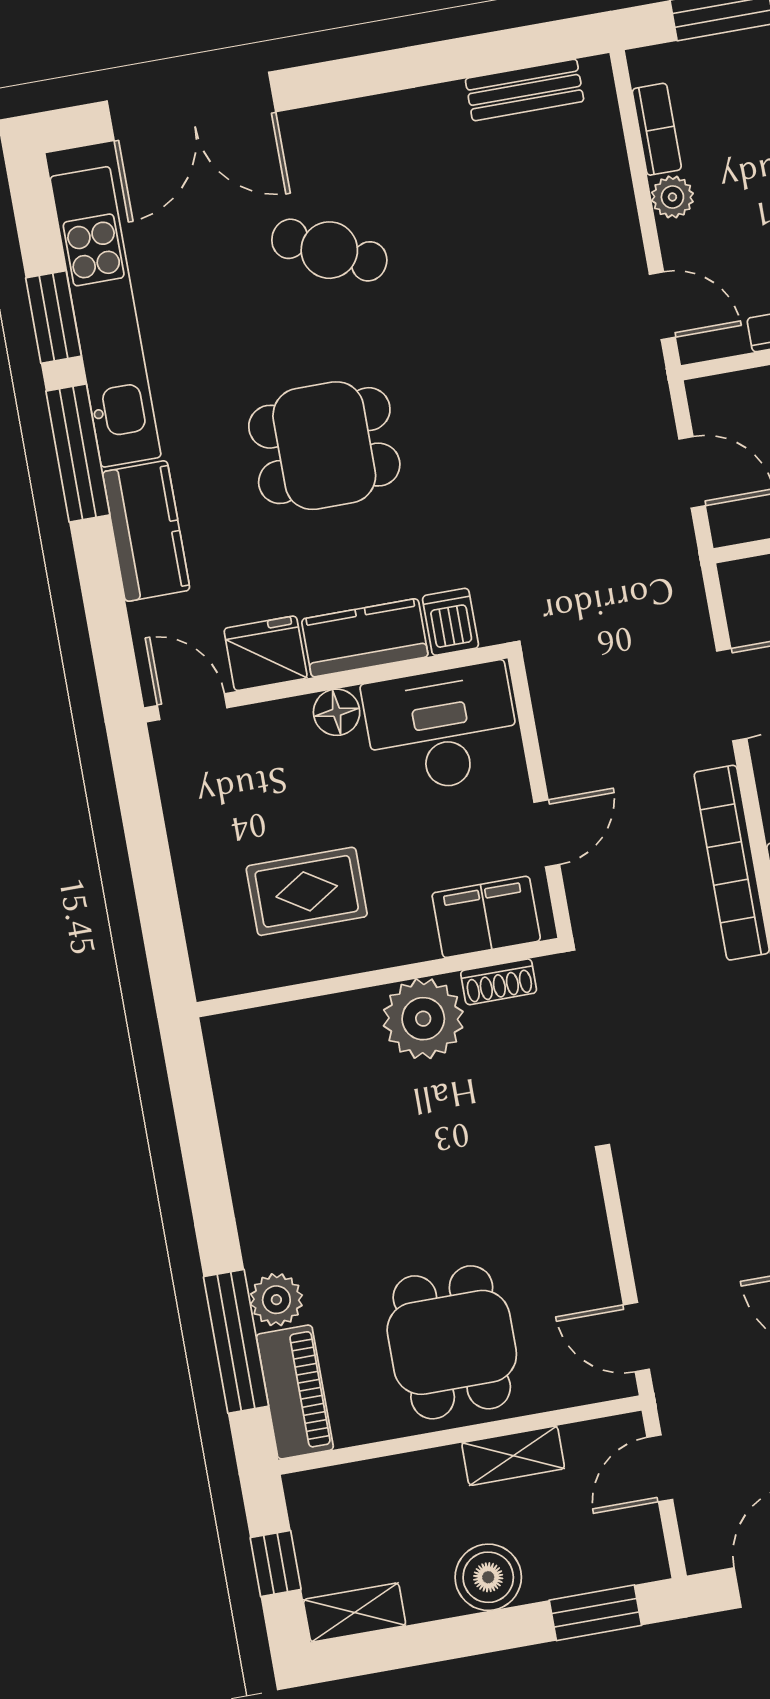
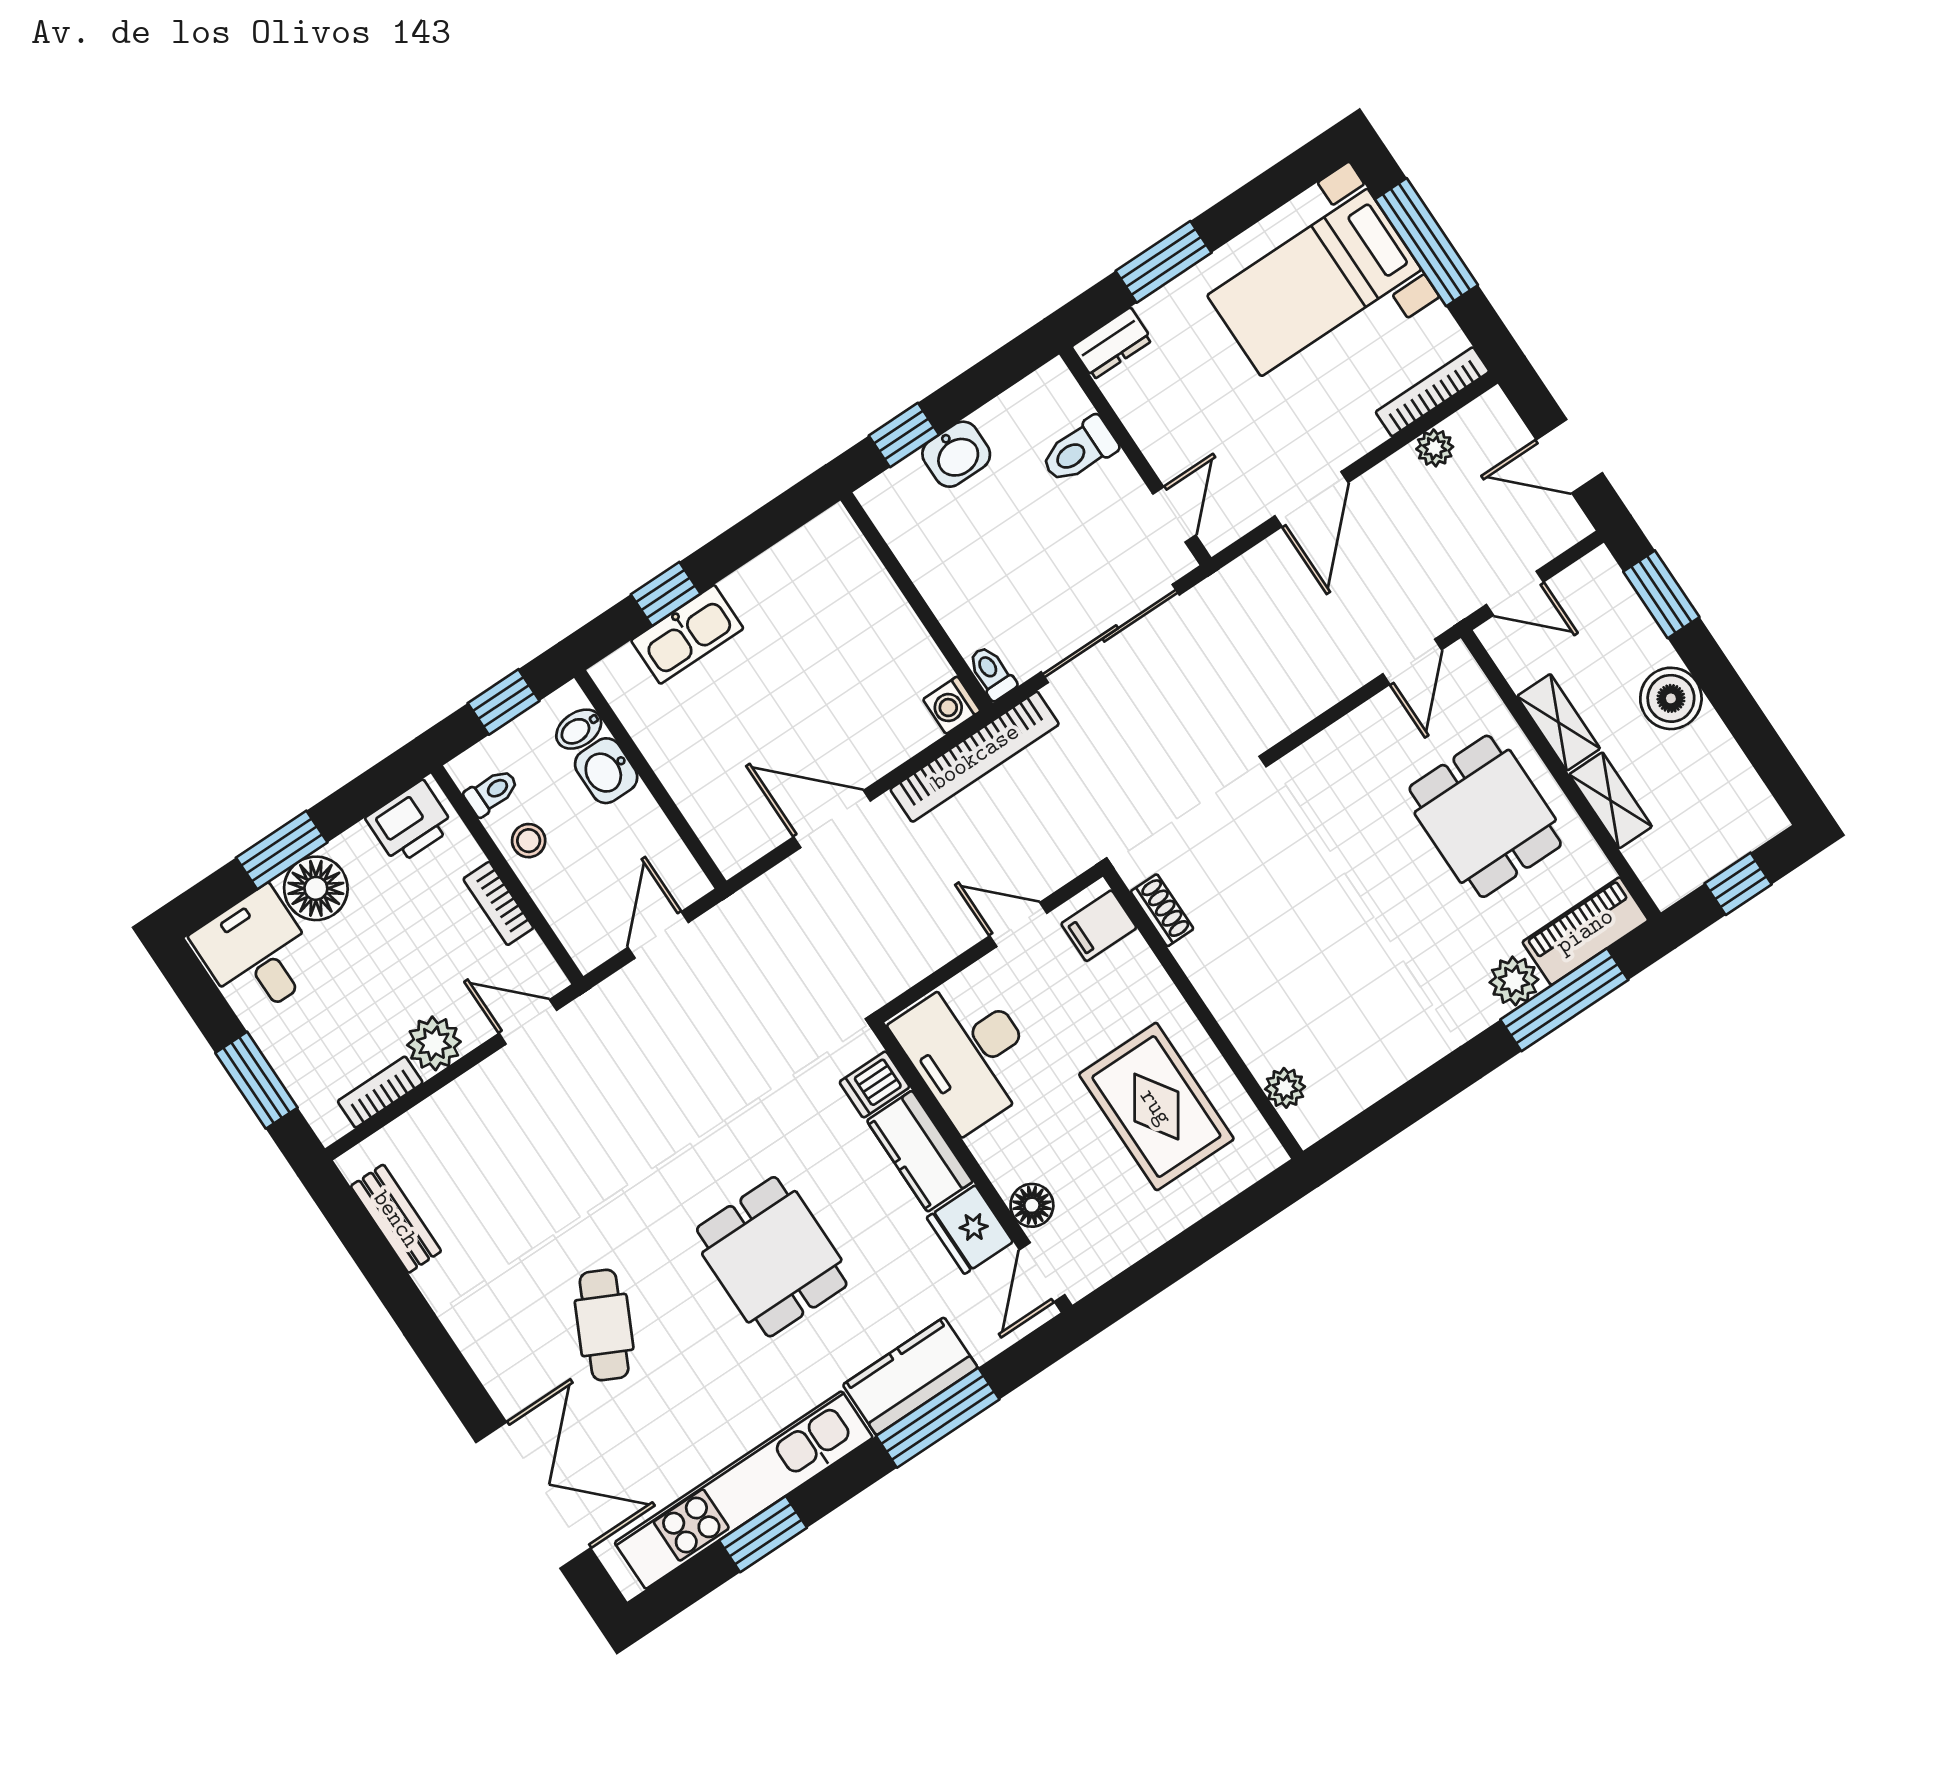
plant: (672, 197) -> (434, 1043), width x1.38, depth x1.38
door: (662, 306) -> (528, 1022), hinge flipped
window: (78, 453) -> (938, 1418), moved
floor lamp: (337, 712) -> (1032, 1205), moved
rug: (307, 891) -> (1156, 1107), width x1.36, depth x1.43
filing cabinet: (486, 917) -> (1099, 926), width x0.50
plant: (423, 1019) -> (1285, 1088), moved, width x0.53, depth x0.53
dining table: (452, 1342) -> (1485, 816), turned 90
shelving: (355, 1612) -> (1611, 800), moved

